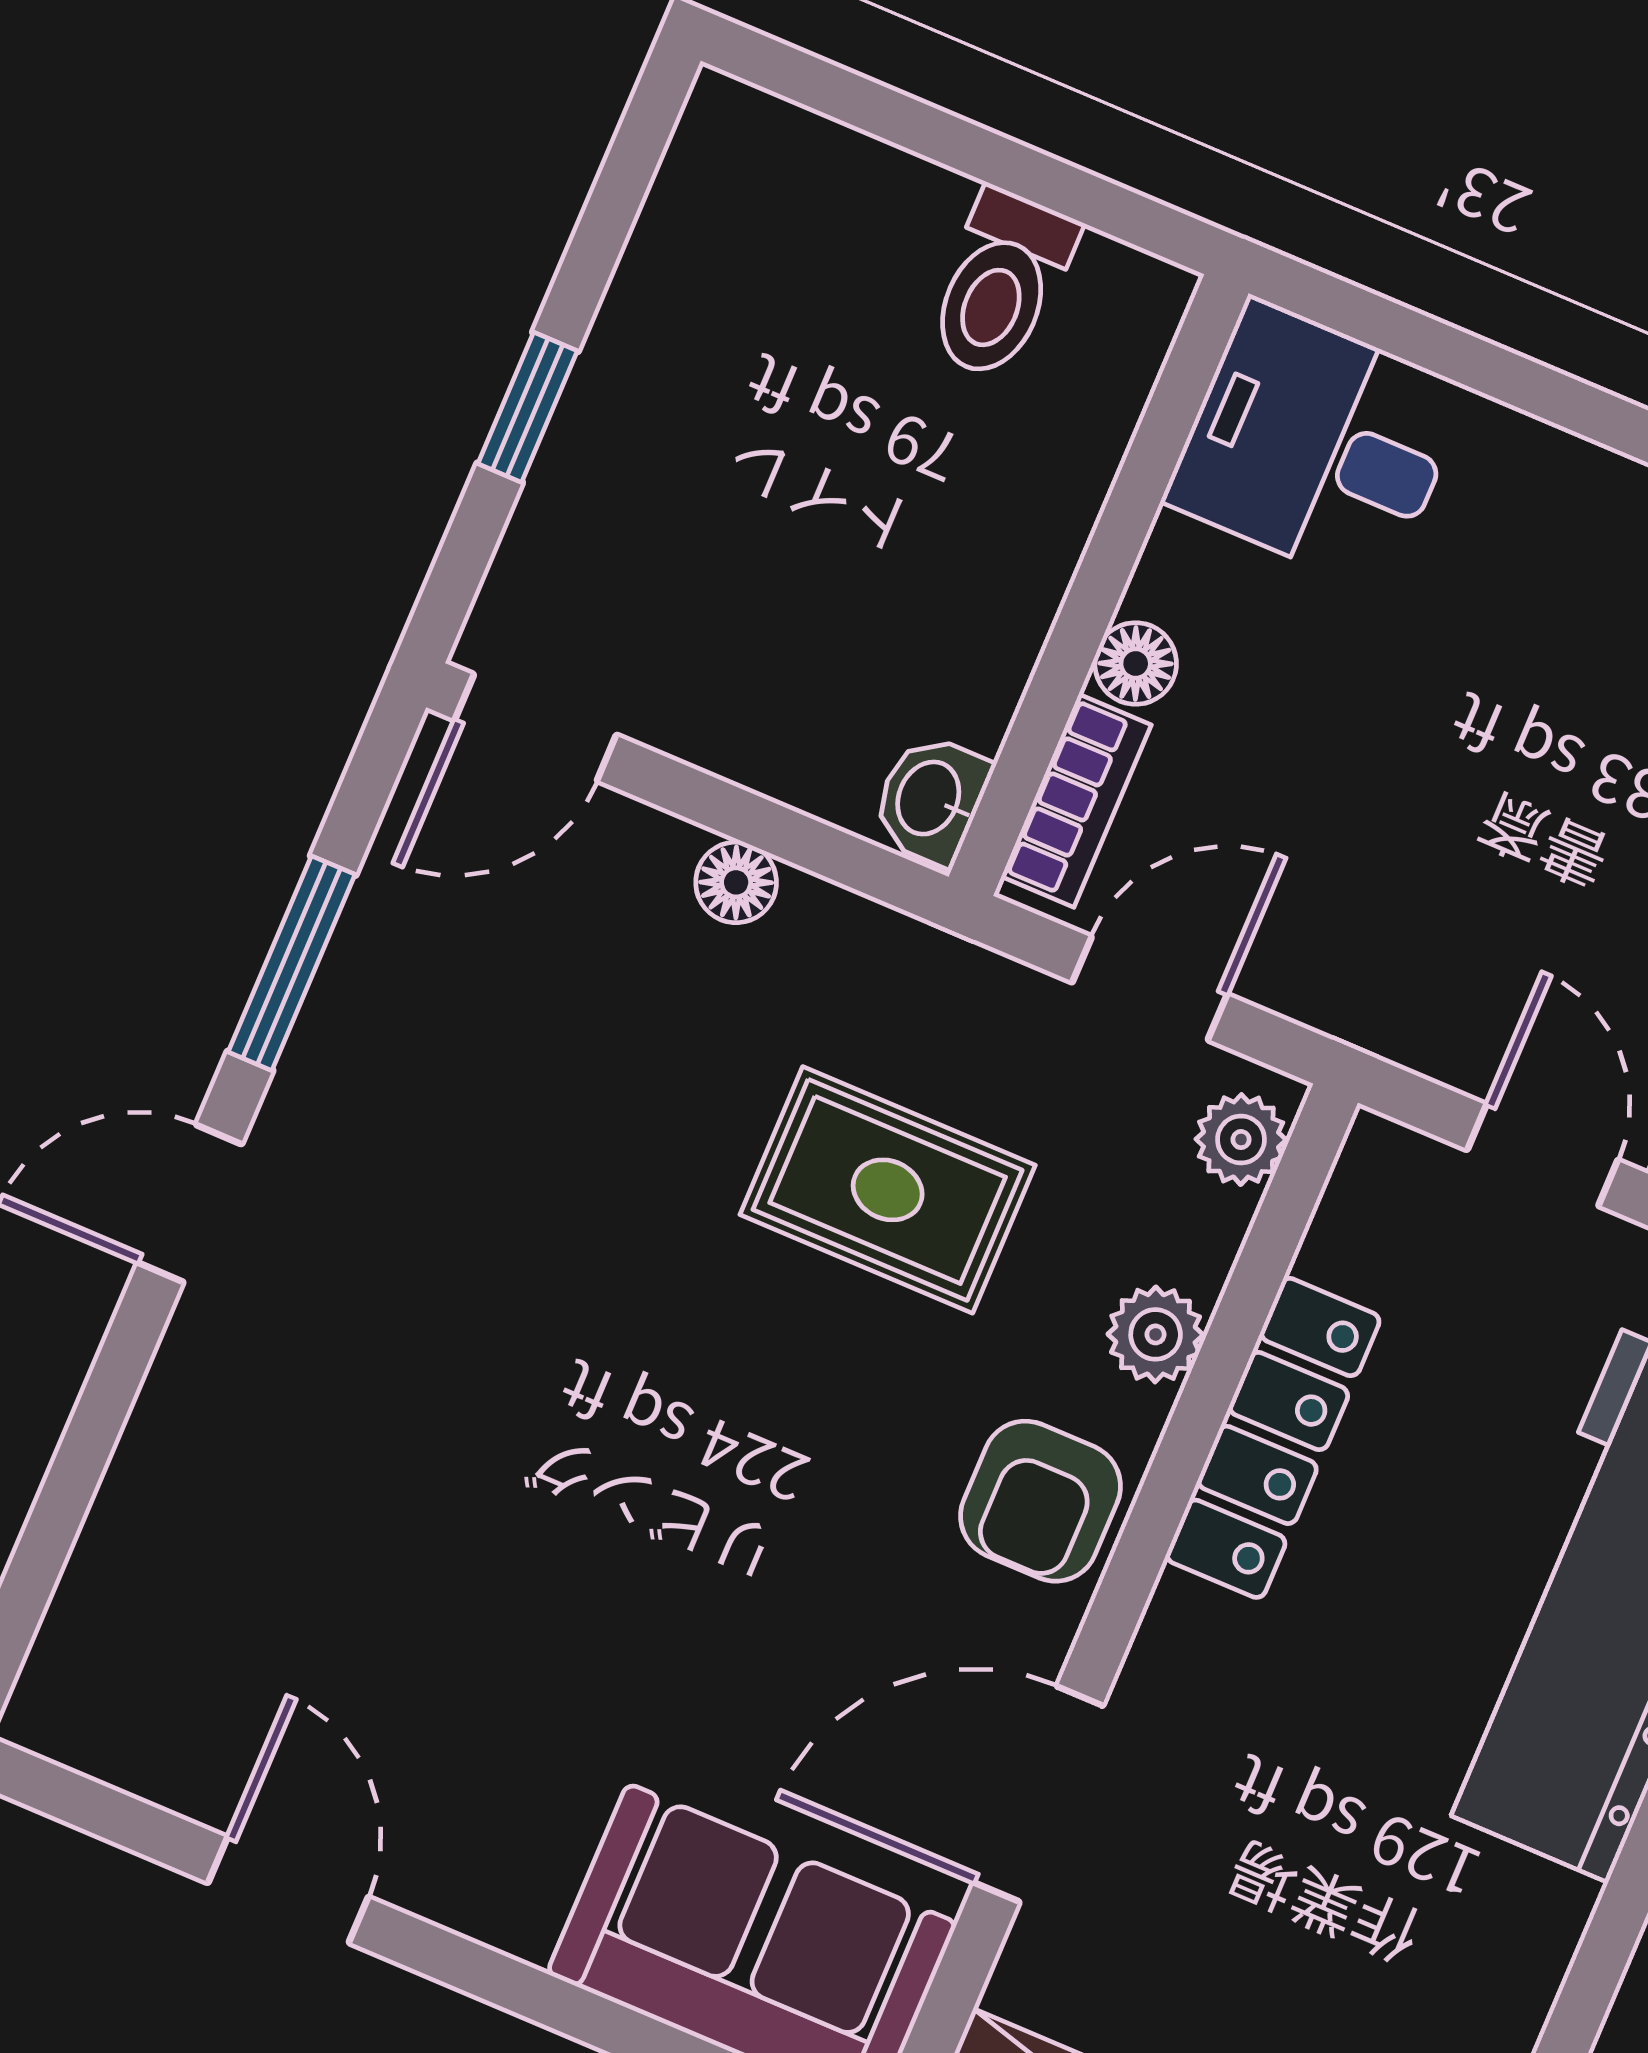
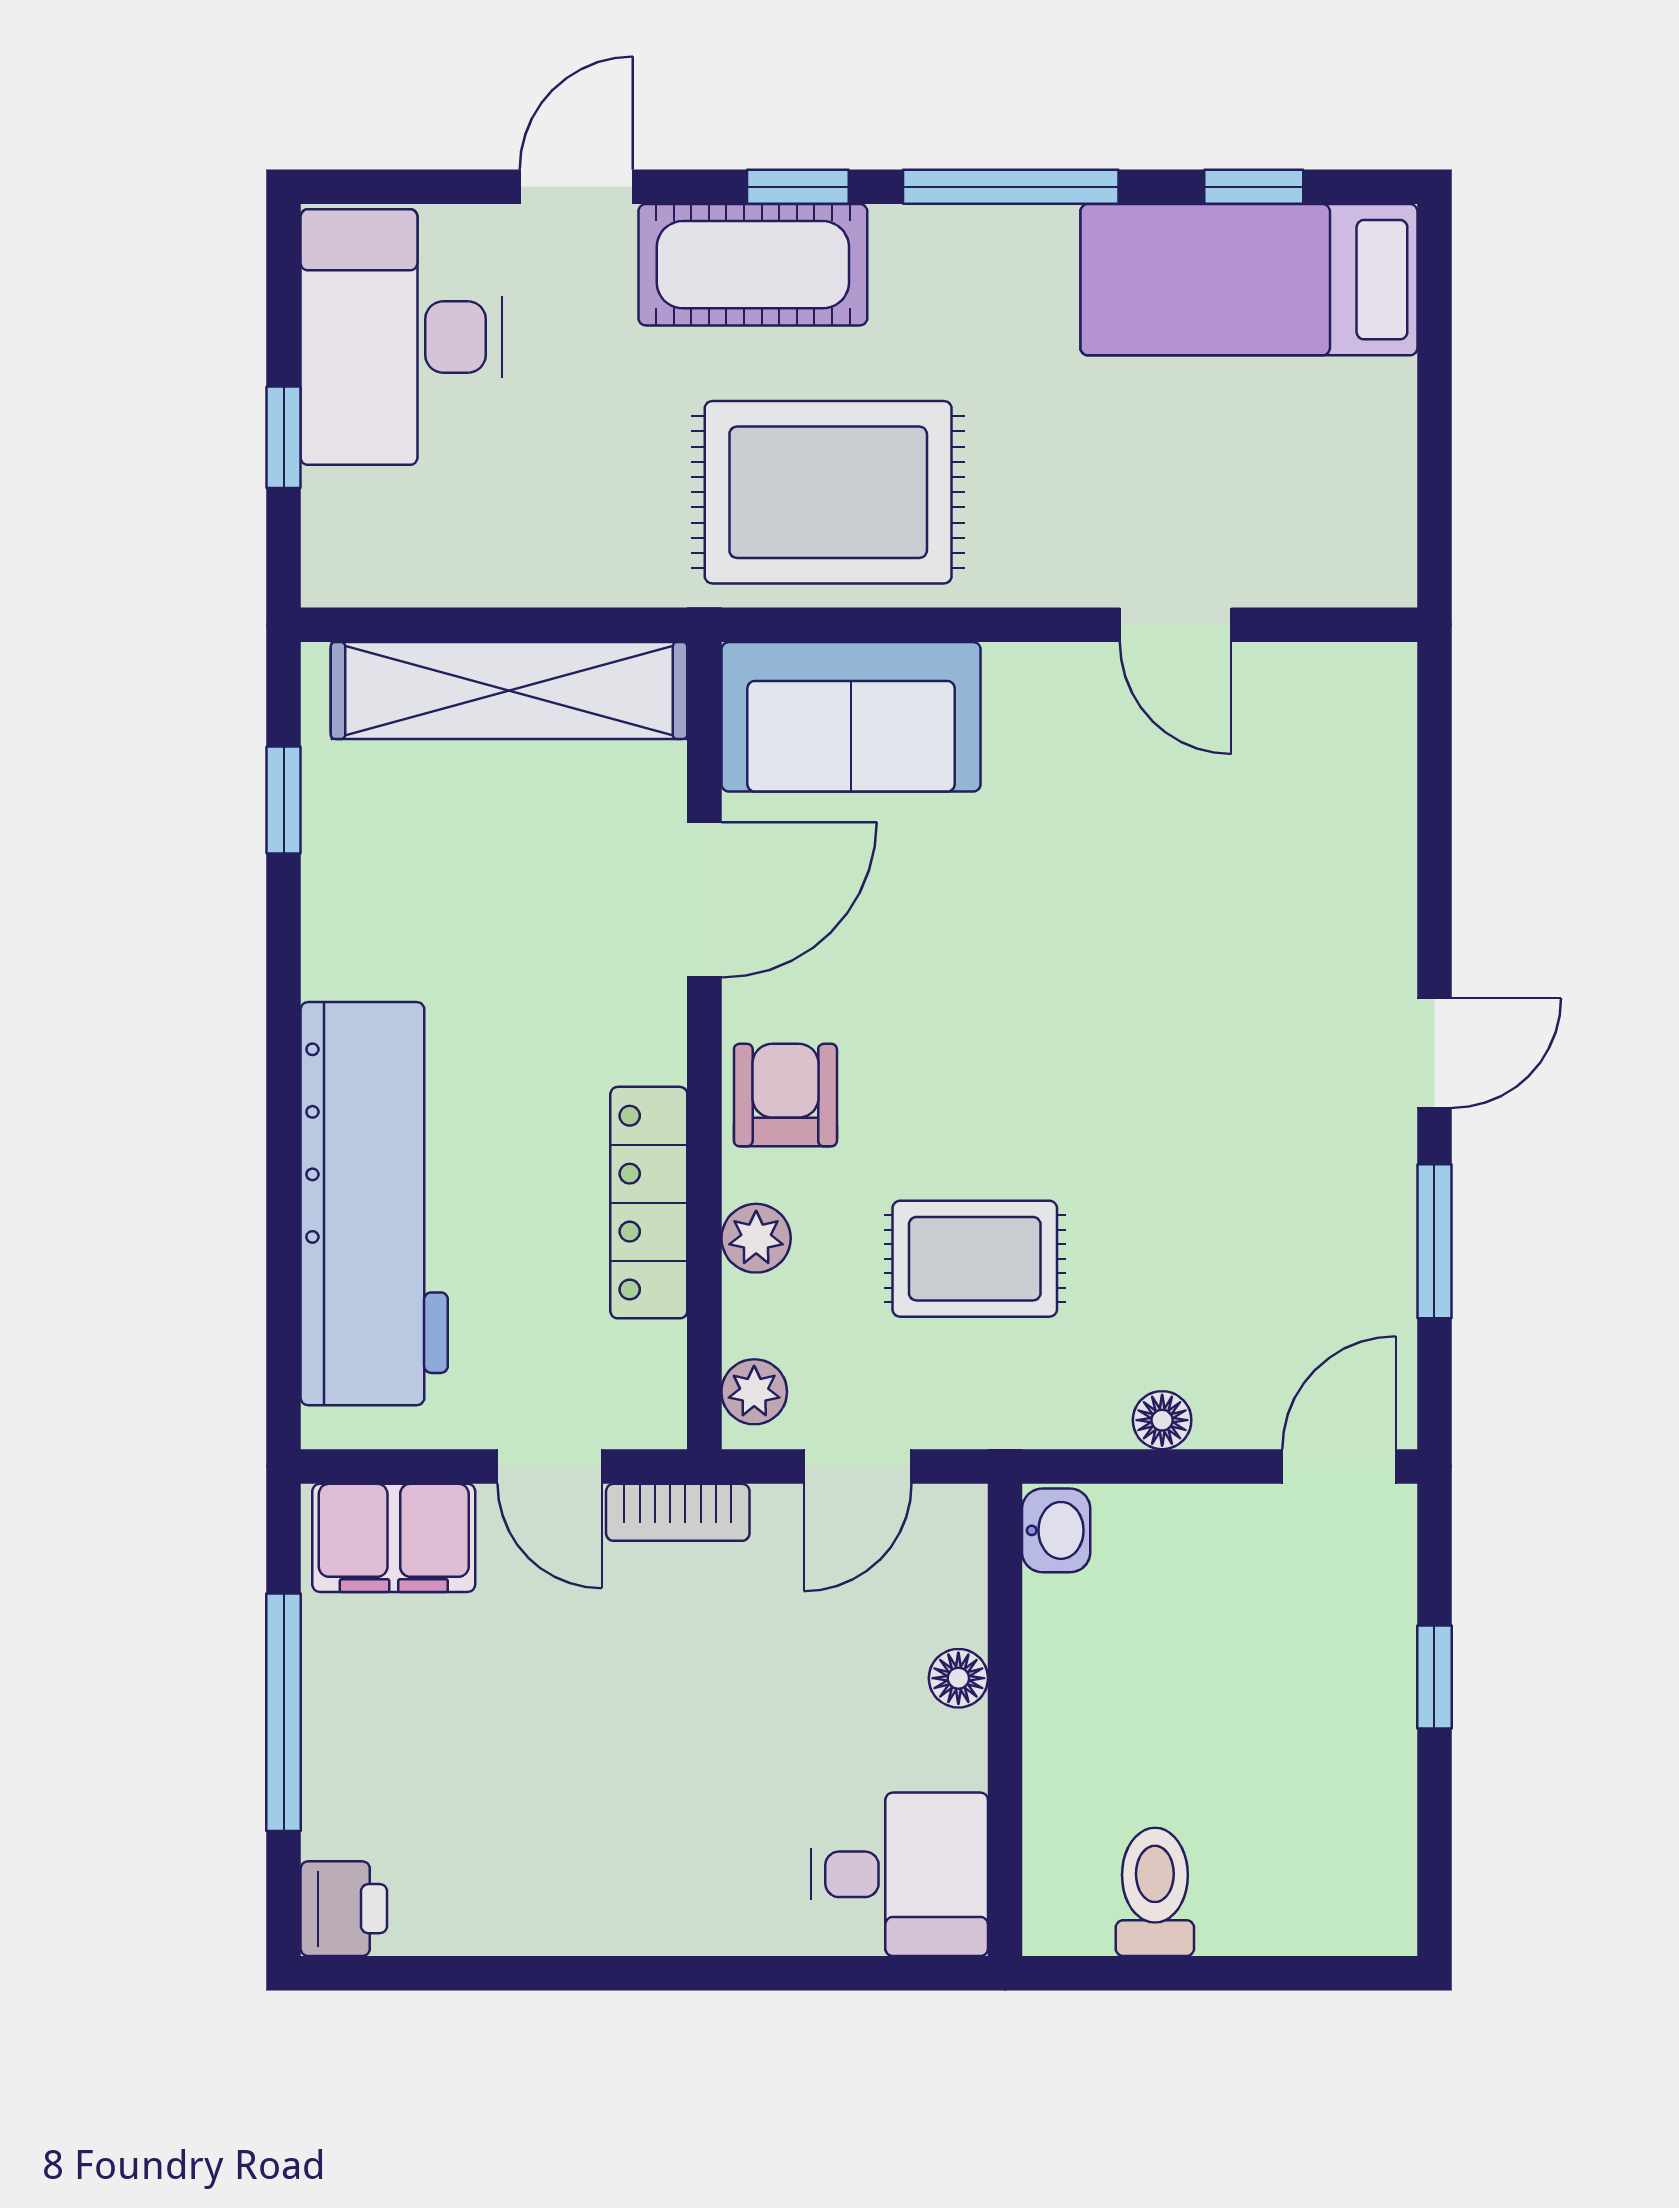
bookcase: (1076, 801) -> (678, 1512), moved, turned -90

